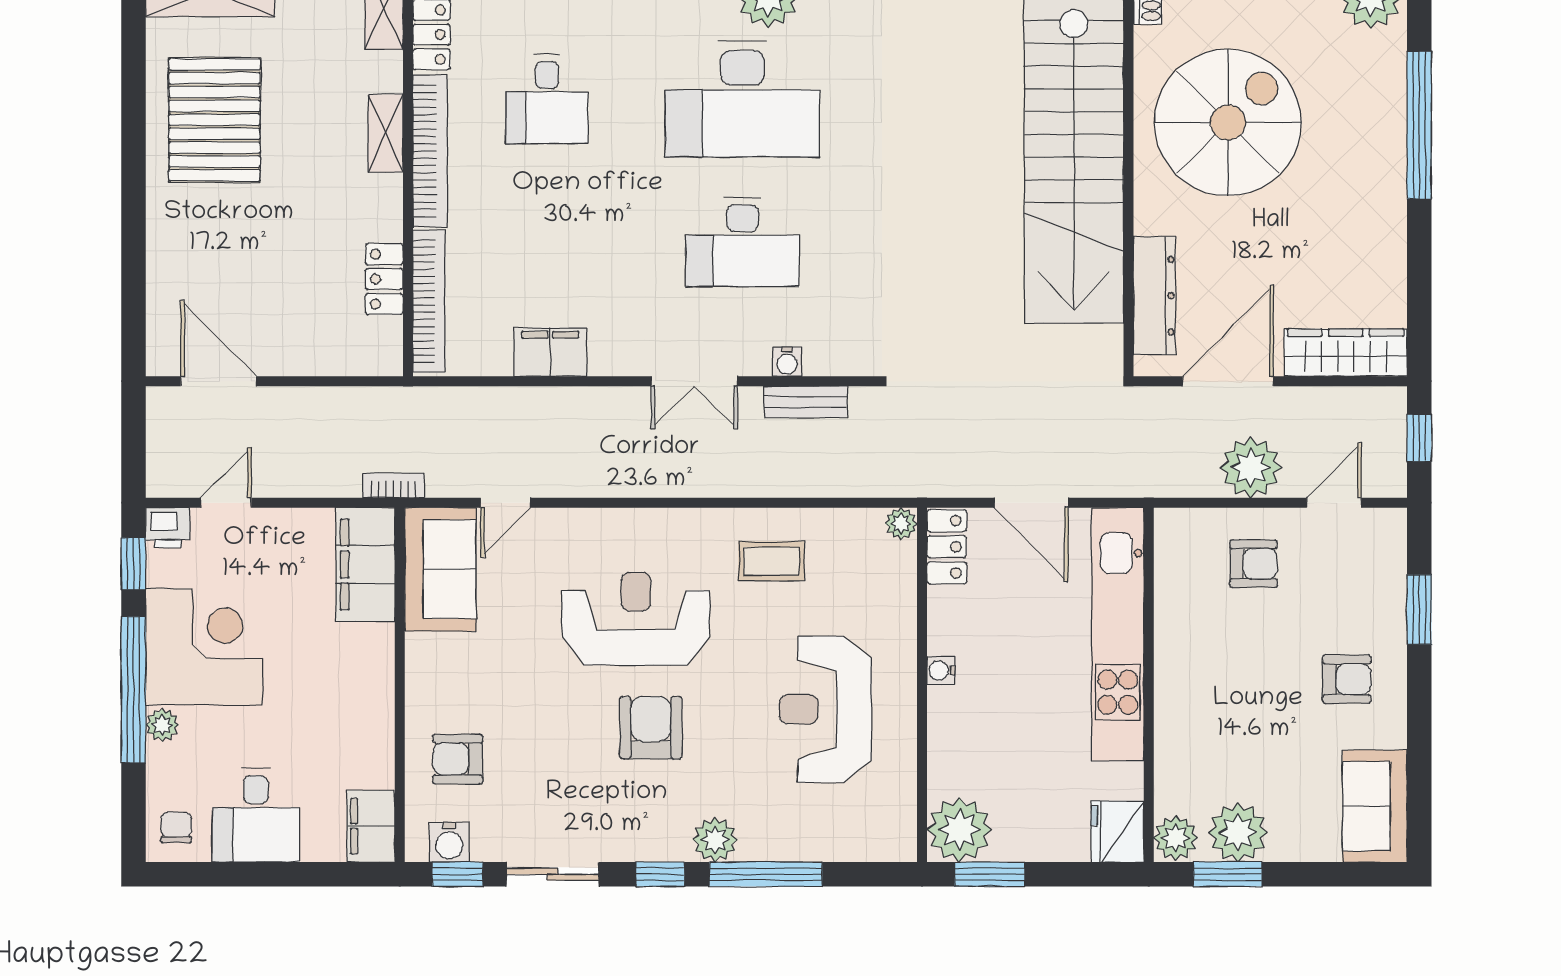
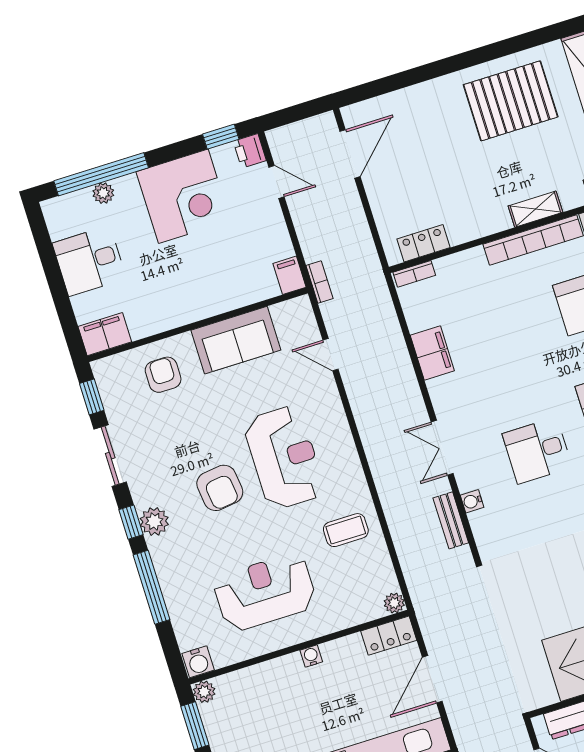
desk: (743, 242) -> (537, 451), width x0.73
locker: (384, 279) -> (423, 243), moved
bookcase: (429, 301) -> (414, 274), width x0.43, depth x0.76
coffee table: (771, 561) -> (346, 530), turned 90
filing cabinet: (365, 565) -> (290, 275), width x0.33, depth x0.86
sofa: (440, 569) -> (236, 340), moved
window: (133, 690) -> (101, 174), moved
plant: (162, 725) -> (103, 193), moved
armchair: (651, 728) -> (220, 488), turned 83
chair: (176, 827) -> (66, 214), removed
plant: (959, 830) -> (204, 692), width x0.53, depth x0.53
plant: (715, 840) -> (154, 521), moved
water cooler: (449, 842) -> (198, 662), moved, turned -90

